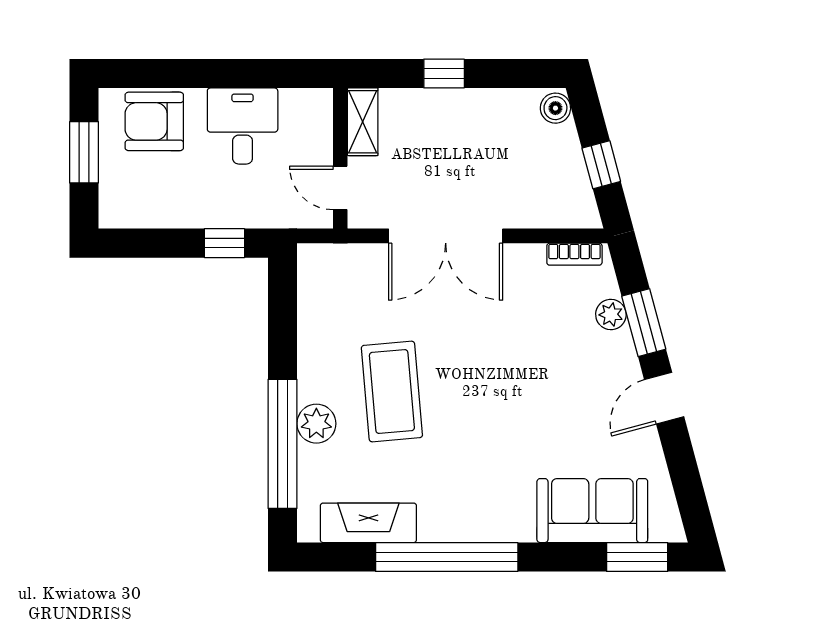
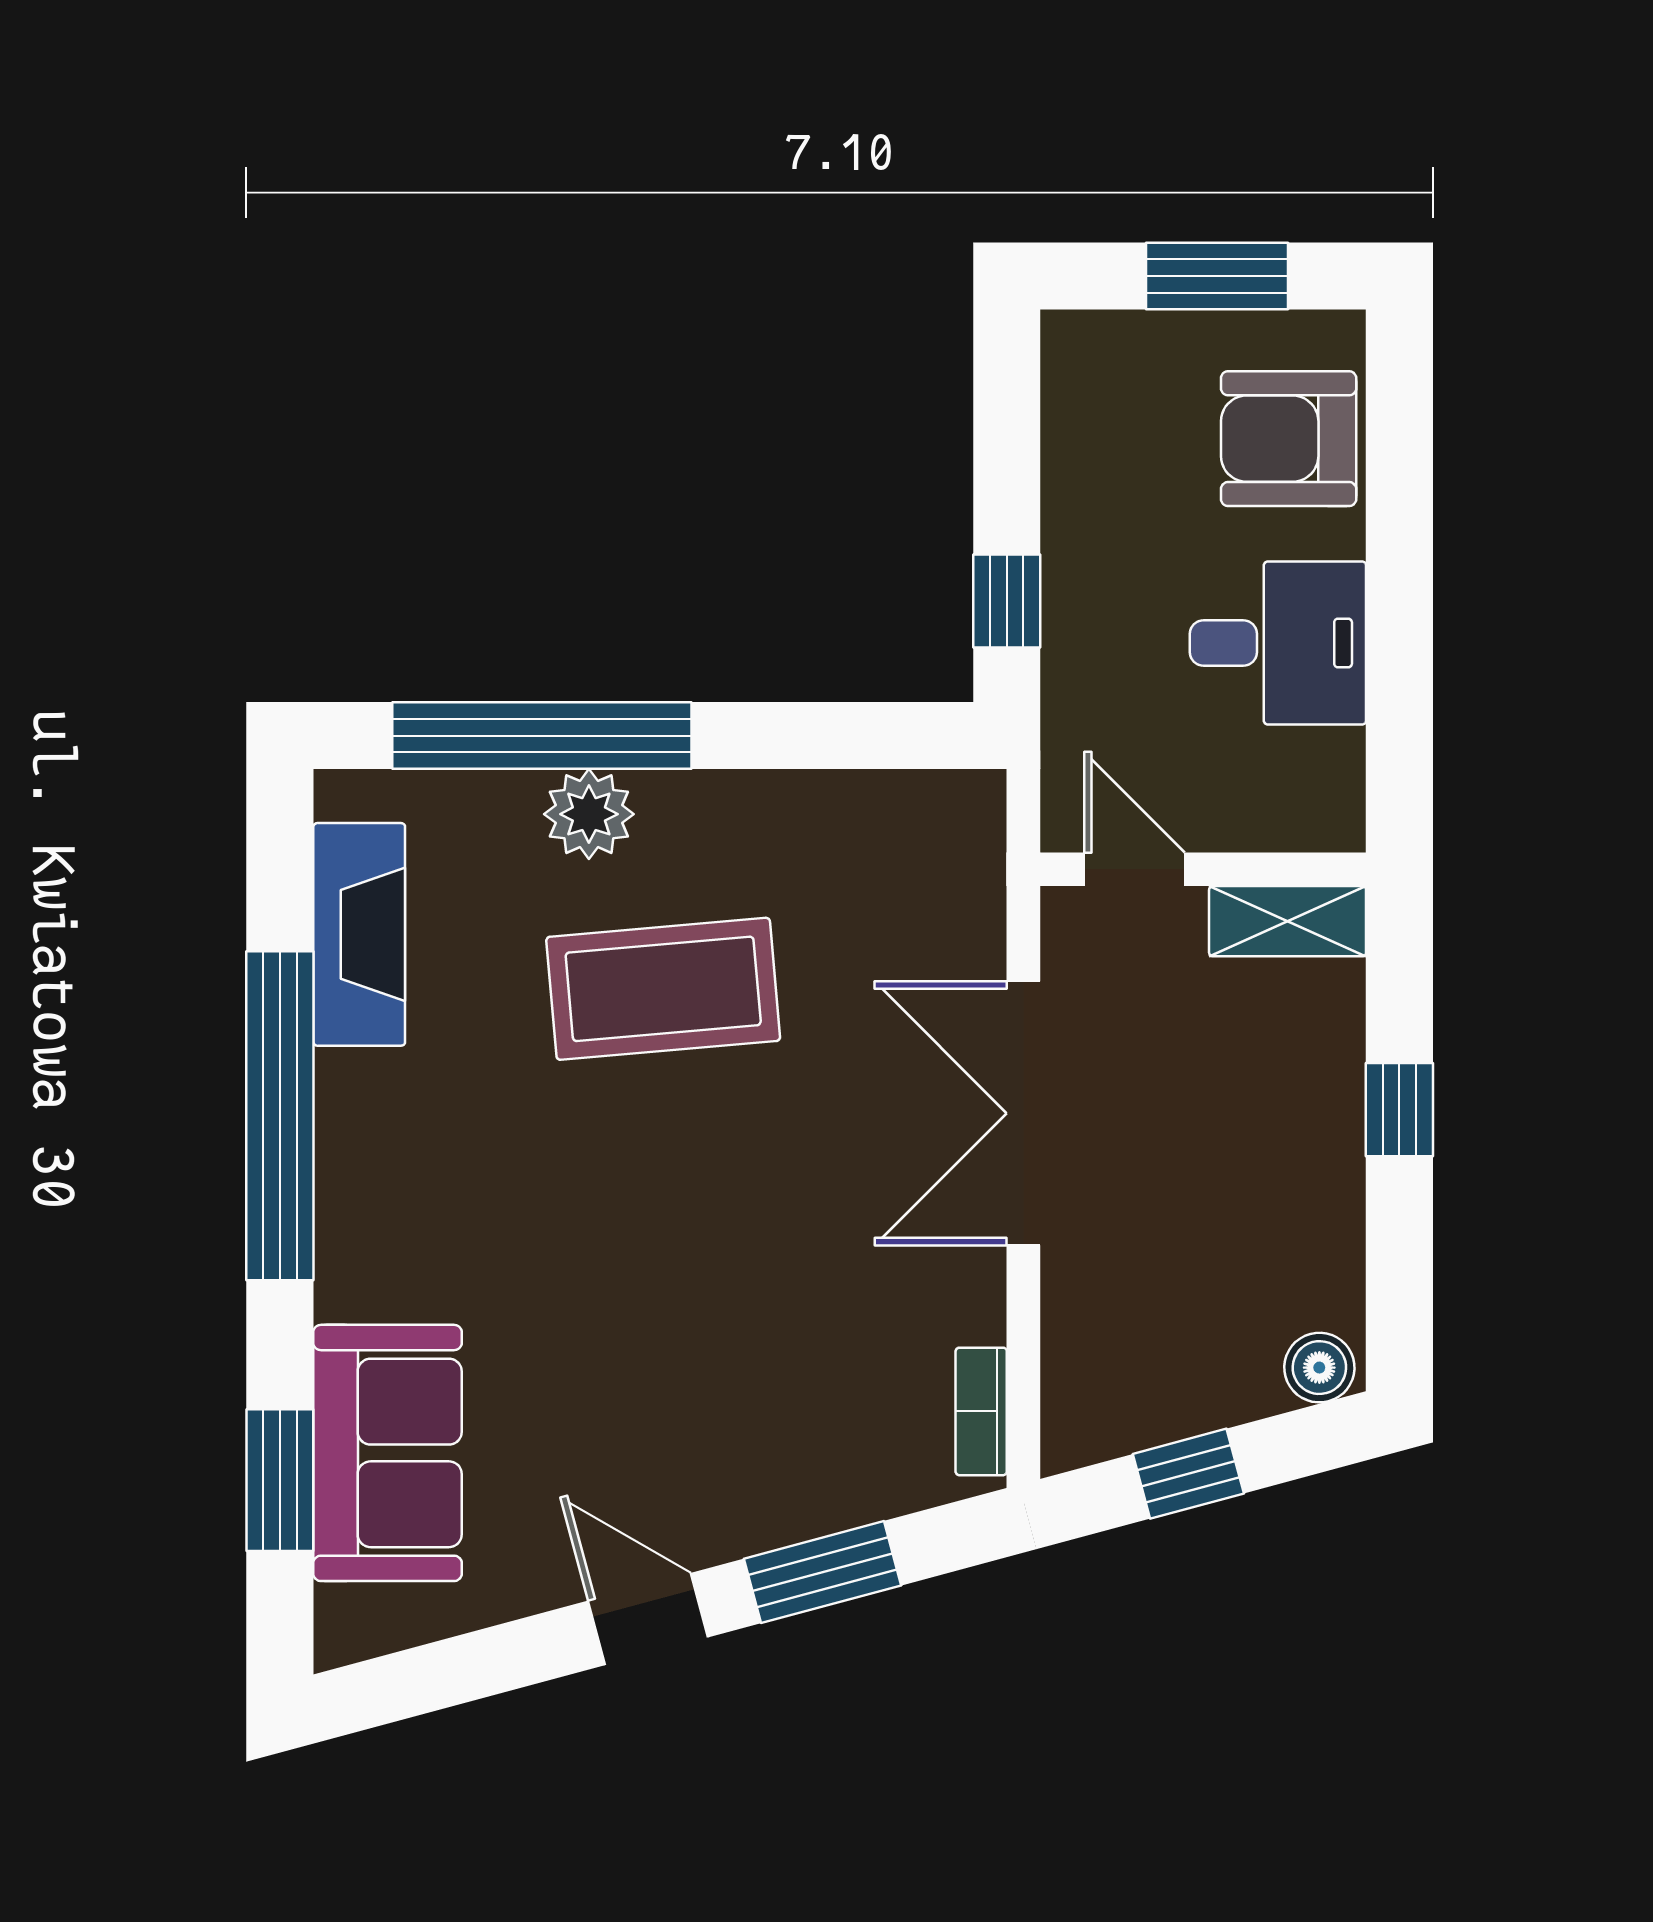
armchair: (154, 121) -> (1289, 439), turned -90
door: (340, 188) -> (1135, 869), hinge flipped
plant: (611, 315) -> (841, 1496), removed
window: (637, 557) -> (280, 1480), moved

